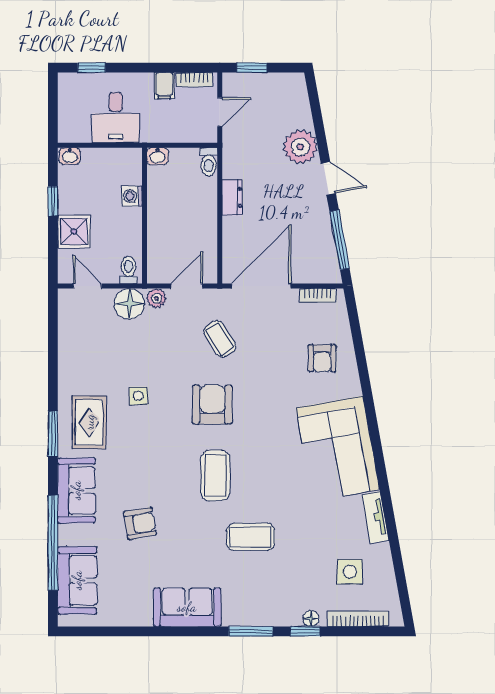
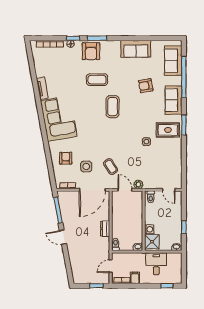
plant: (300, 147) -> (75, 251), removed
shower: (74, 231) -> (152, 242), moved
door: (187, 286) -> (125, 190), swing flipped
floor lamp: (129, 304) -> (150, 182), removed
armchair: (212, 404) -> (91, 51), moved
rug: (89, 422) -> (168, 130), turned 90
side table: (350, 572) -> (86, 166), moved
sofa: (187, 607) -> (136, 49), moved

